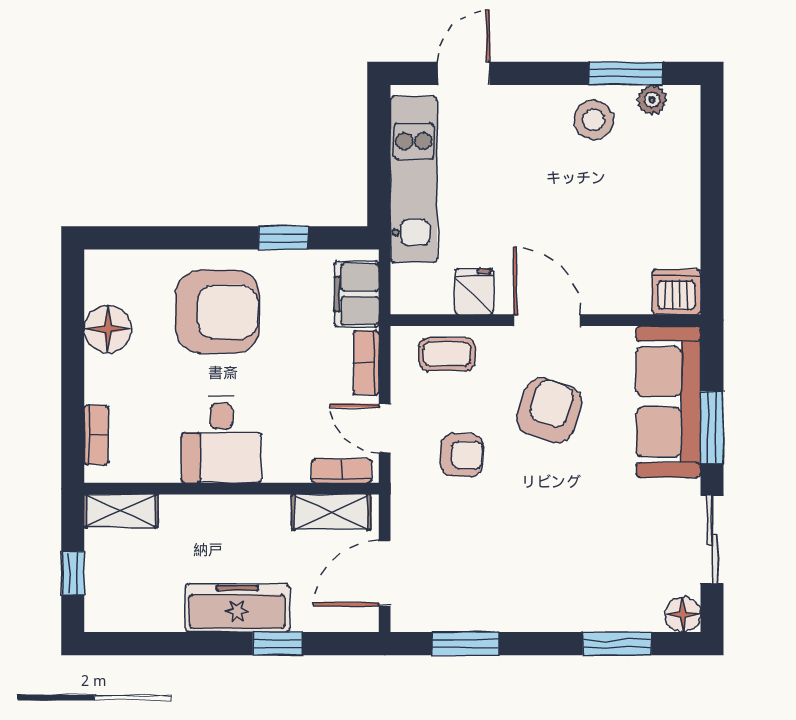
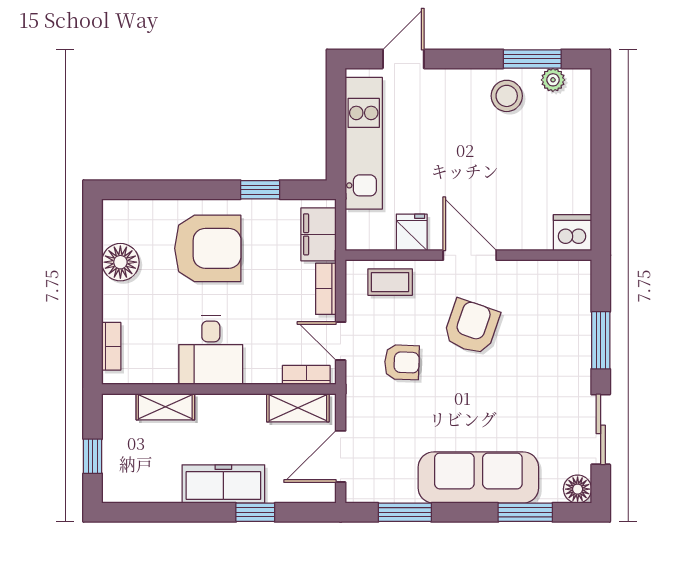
sofa: (668, 402) -> (478, 478), moved, turned 90
shelving: (121, 511) -> (165, 407), moved

